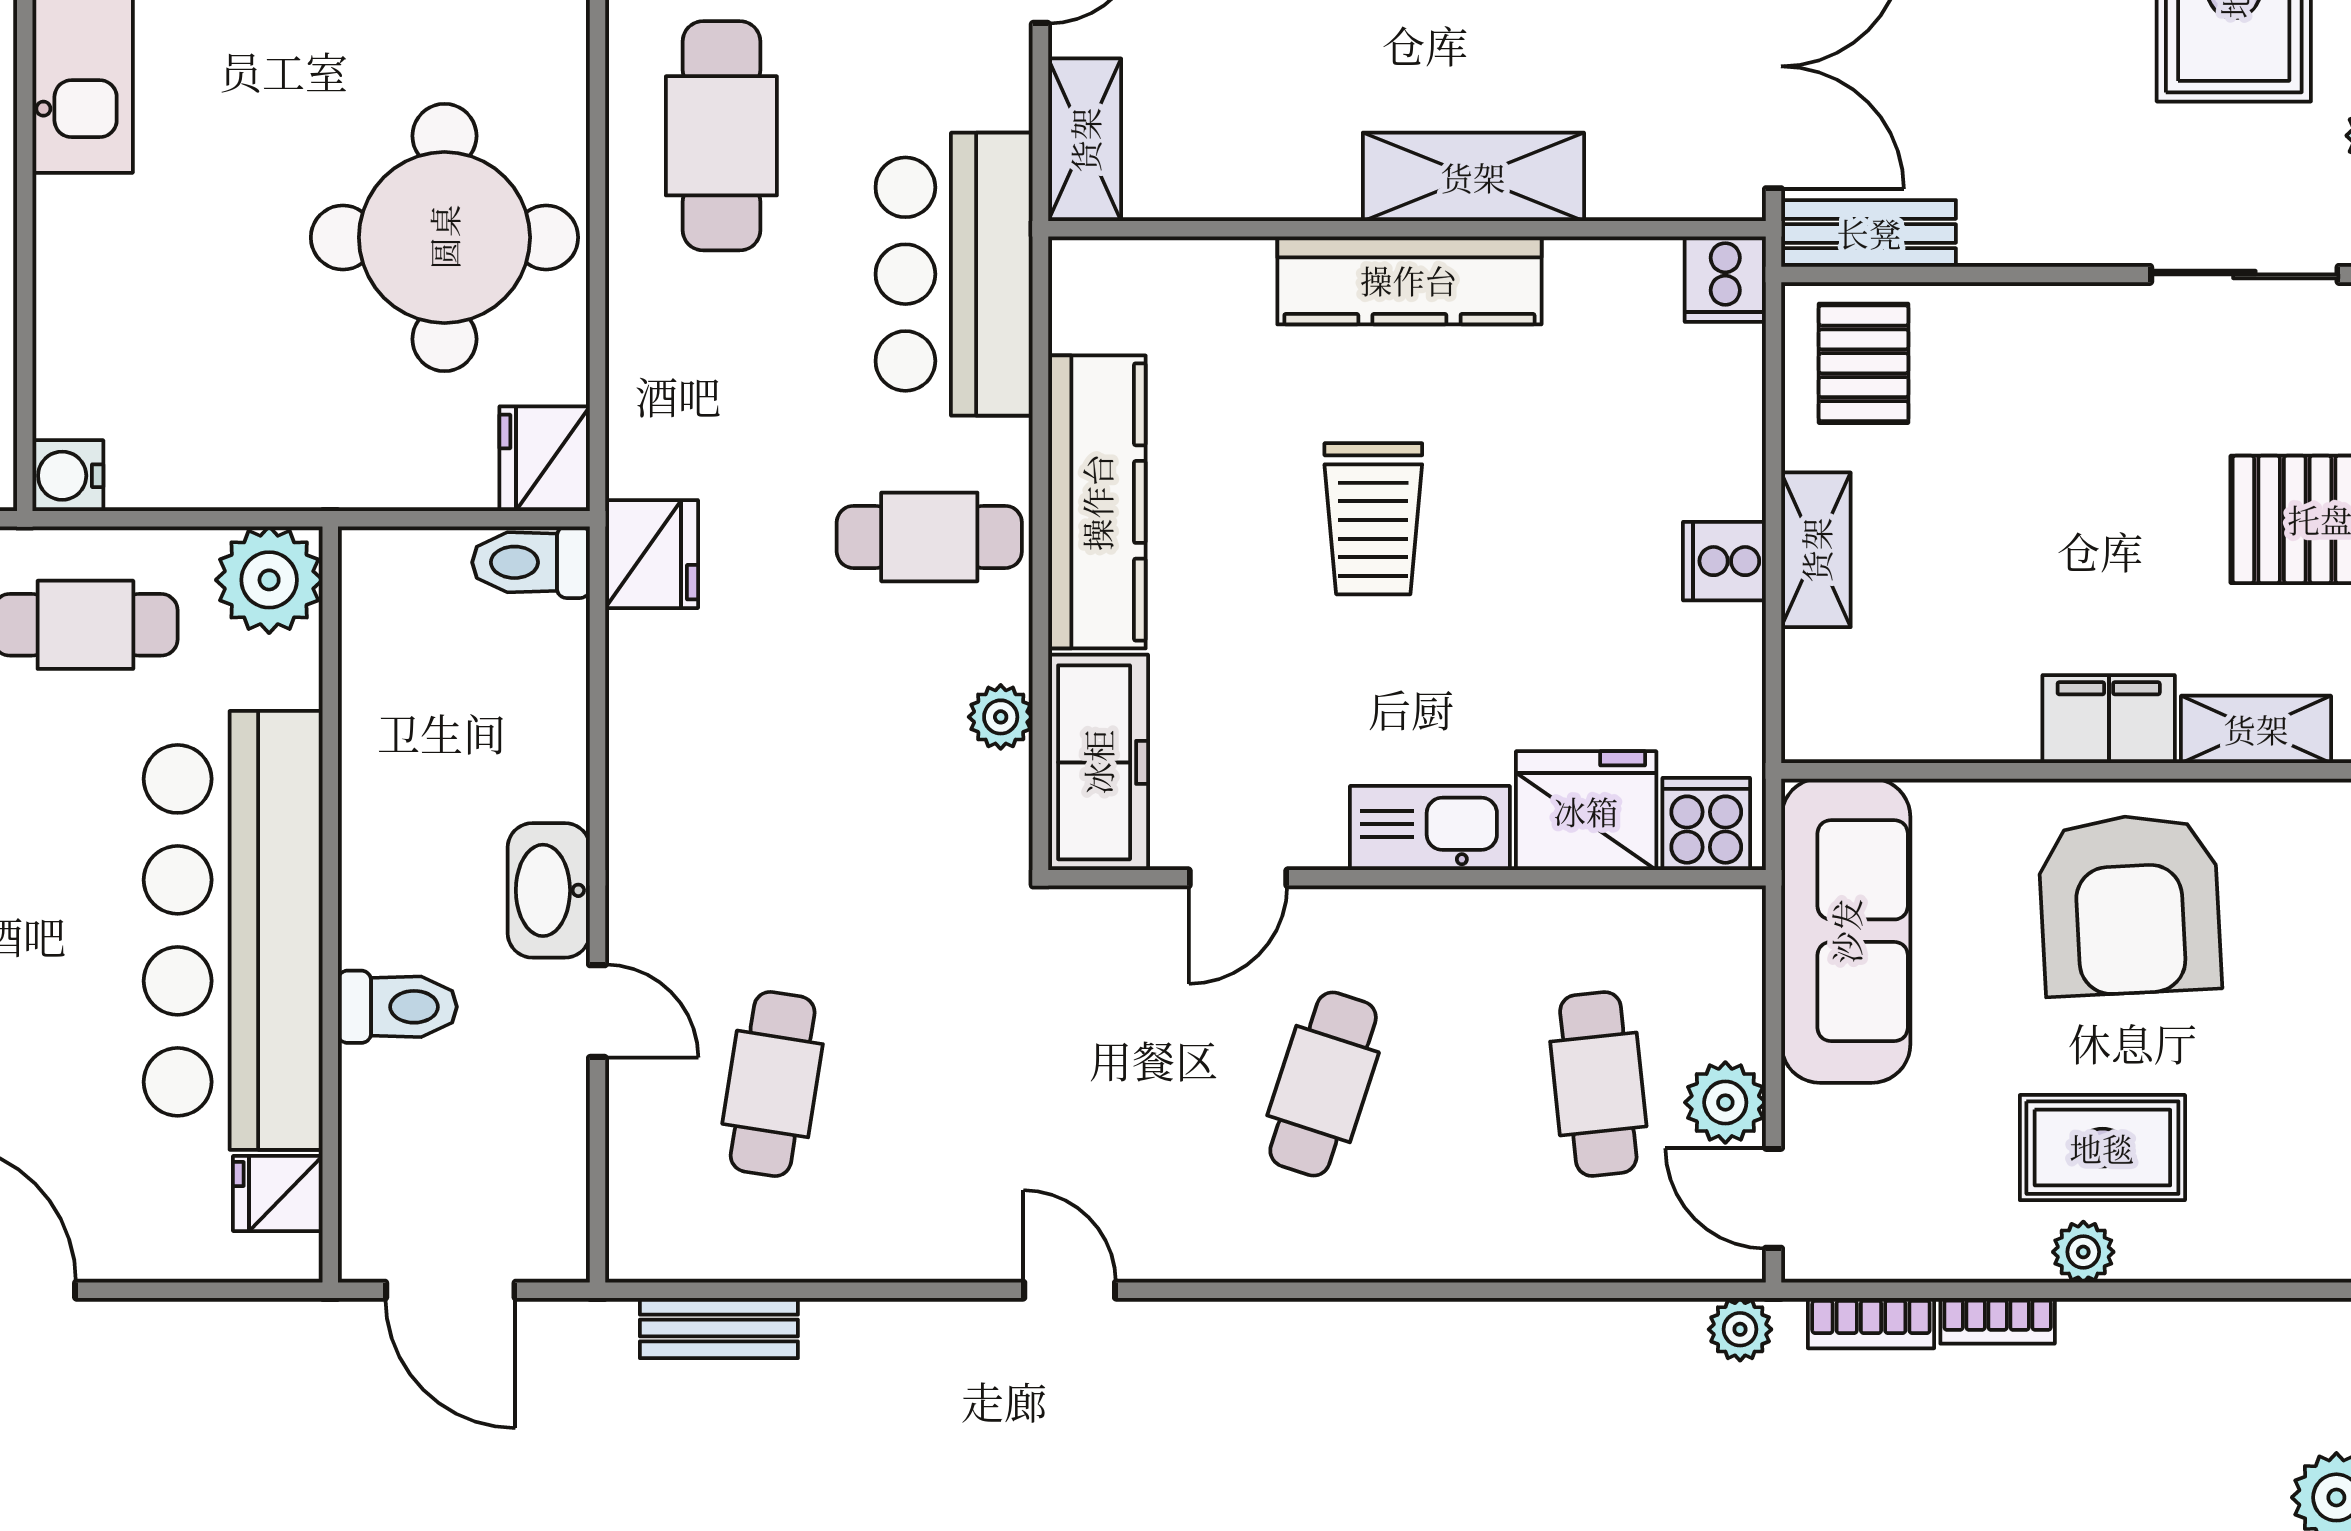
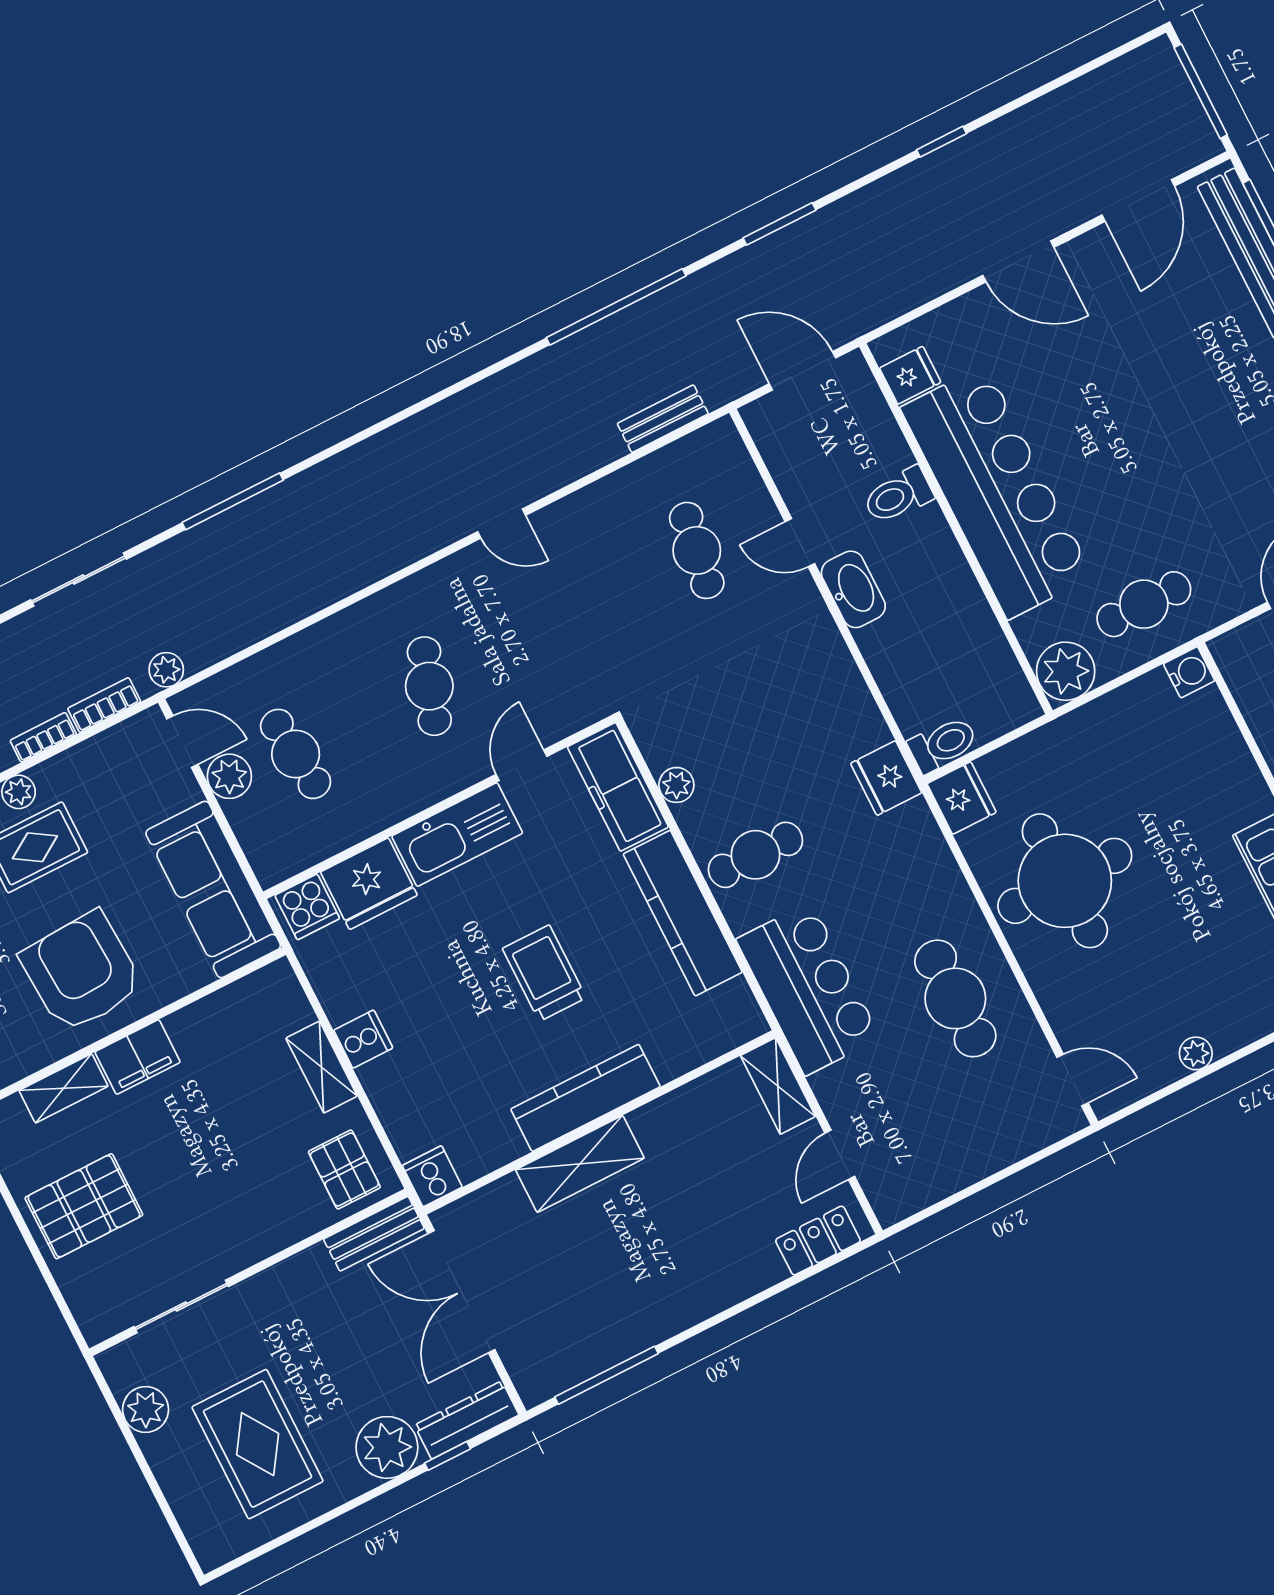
kitchen sink: (1430, 828) -> (457, 835), width x1.36, depth x1.24

